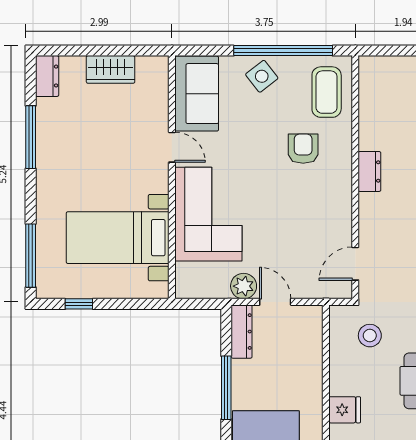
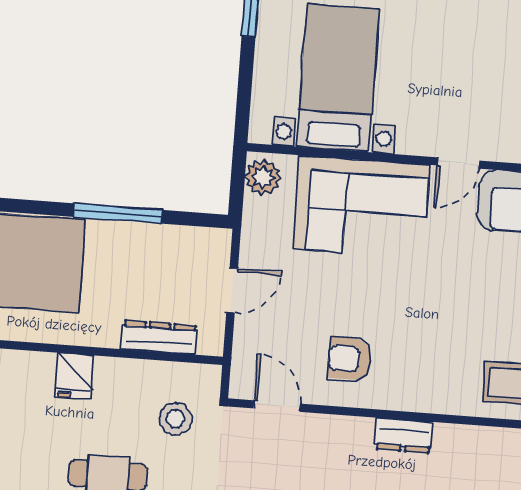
armchair: (303, 149) -> (350, 359), moved, turned 180
plant: (244, 286) -> (263, 177), moved
dresser: (242, 332) -> (159, 337), moved, turned 180

